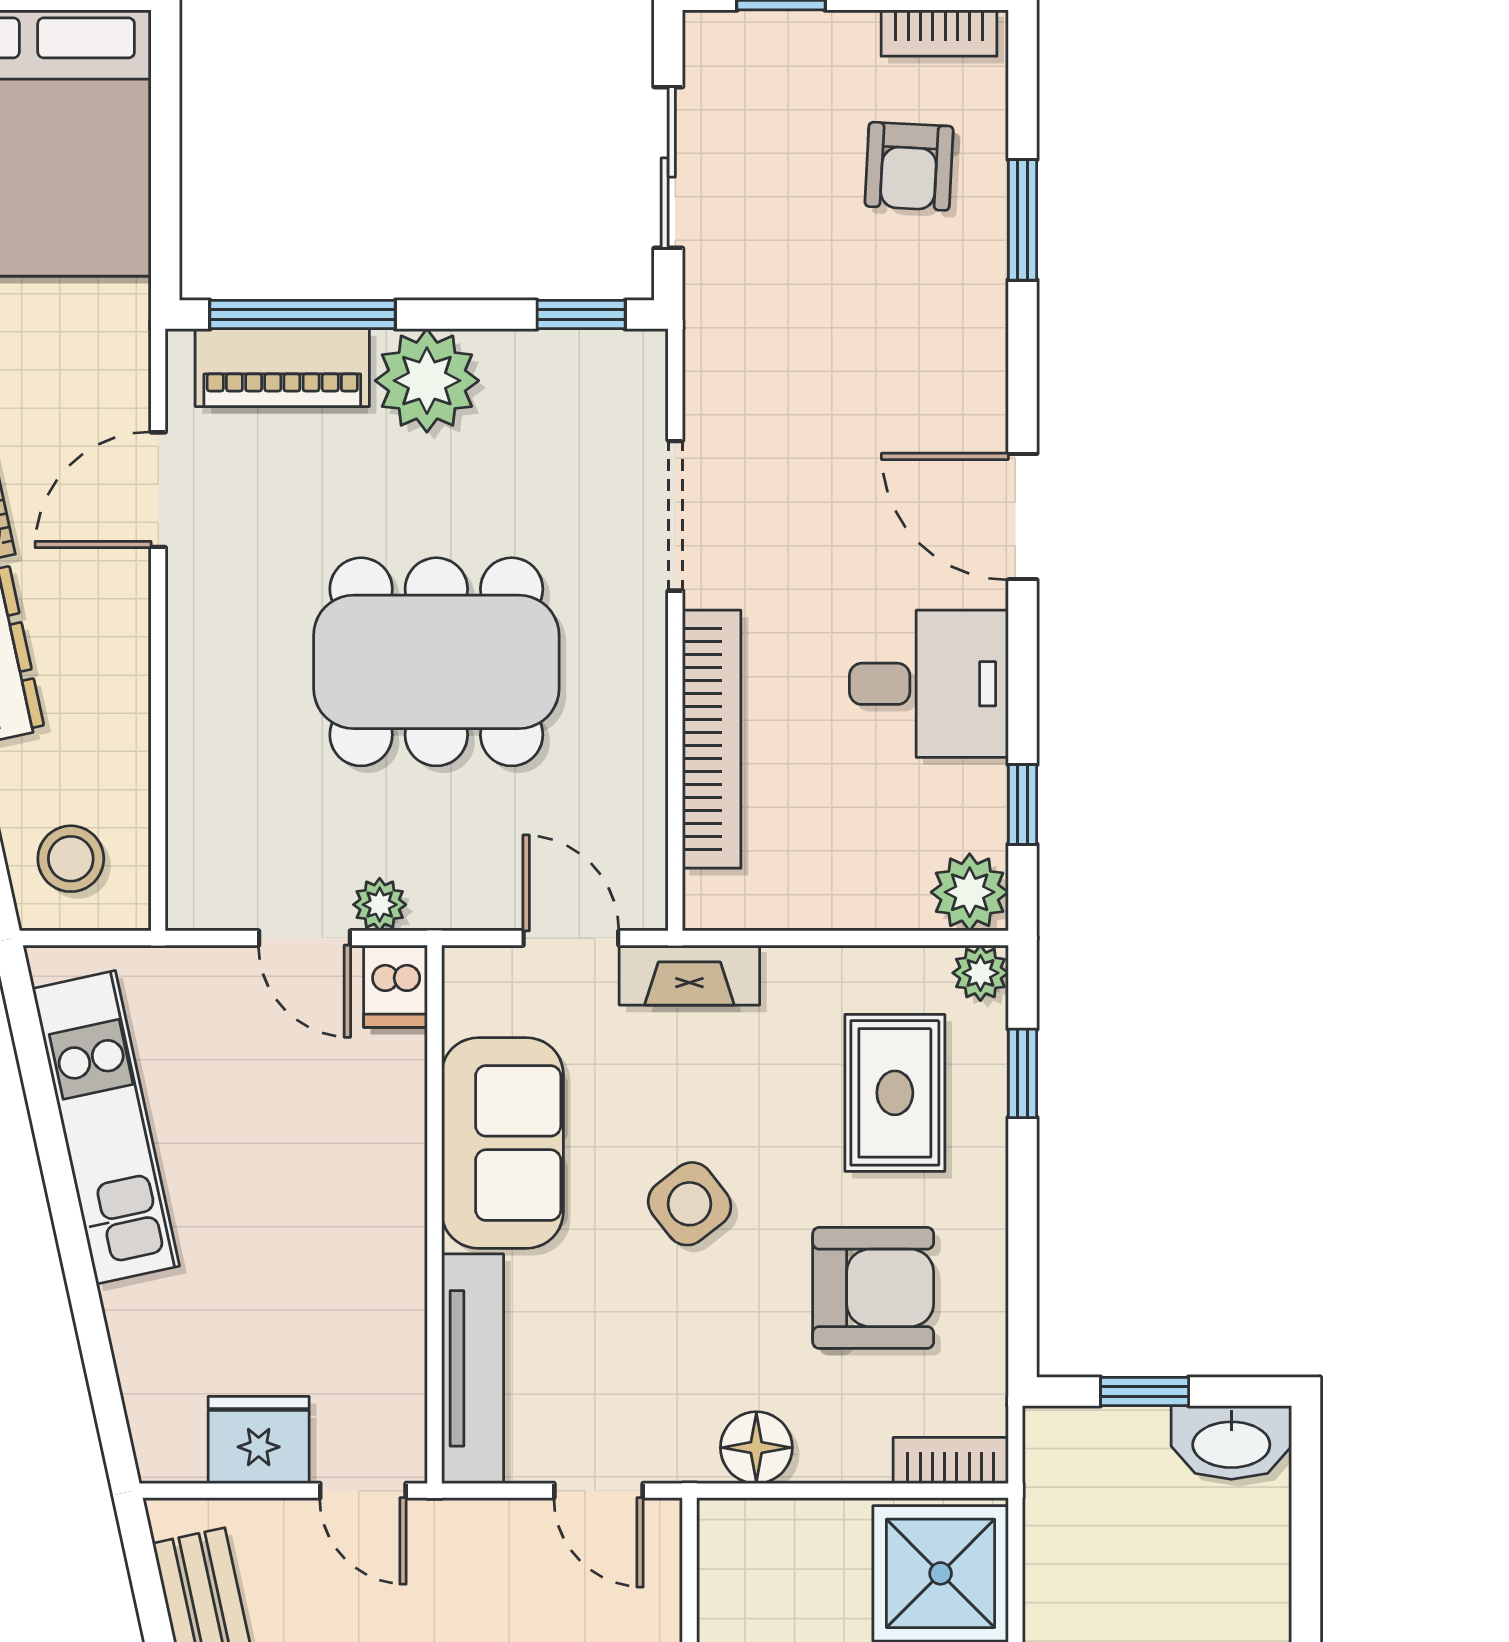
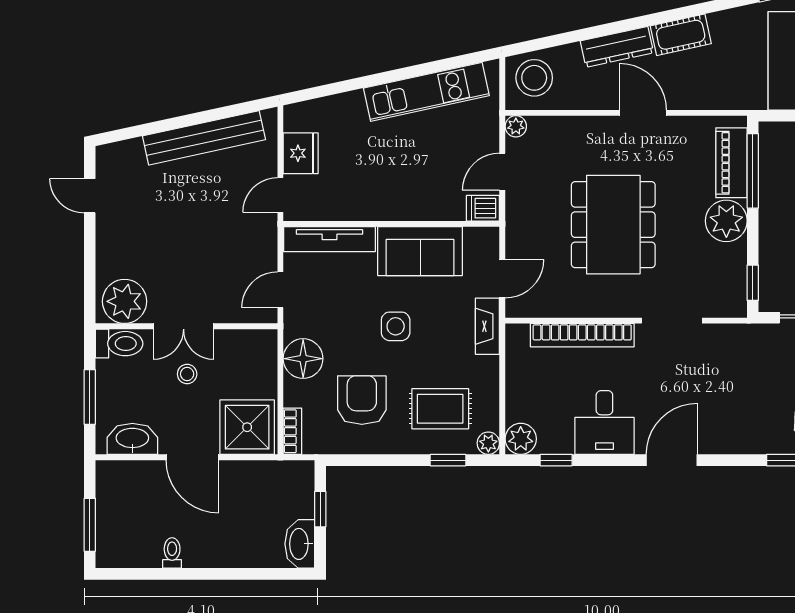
door: (158, 490) -> (643, 113), moved
stool: (71, 859) -> (534, 78), width x1.38, depth x1.38
plant: (380, 905) -> (516, 126), moved
side table: (690, 1204) -> (396, 326), turned 38
armchair: (873, 1288) -> (362, 400), turned 180
floor lamp: (756, 1448) -> (303, 359), width x1.38, depth x1.38

